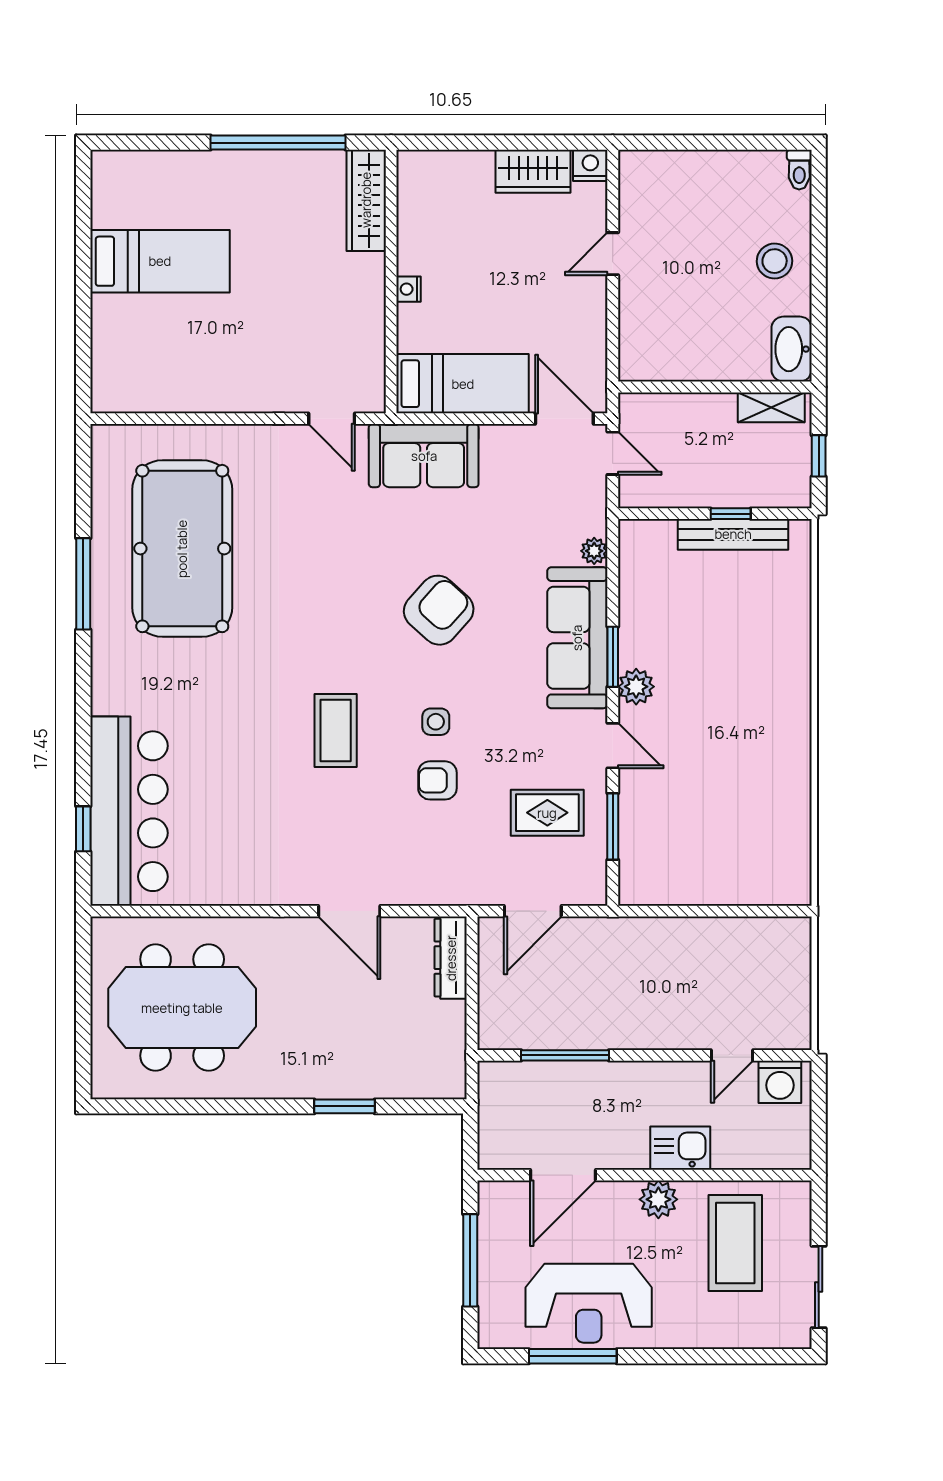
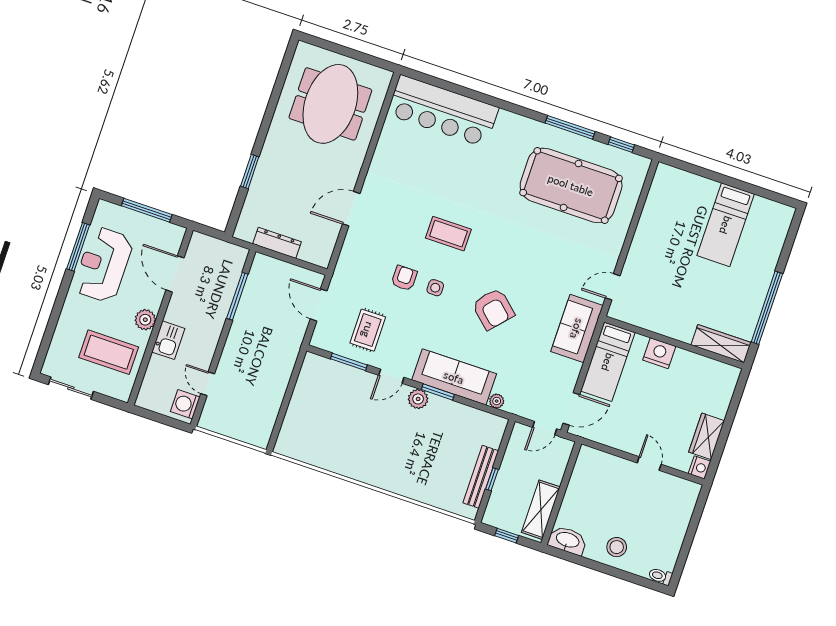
nightstand: (408, 289) -> (659, 353), width x1.89, depth x1.79
shelving: (771, 407) -> (541, 510), width x1.50, depth x1.33
window: (83, 829) -> (621, 145), moved
dresser: (451, 958) -> (277, 243), moved

